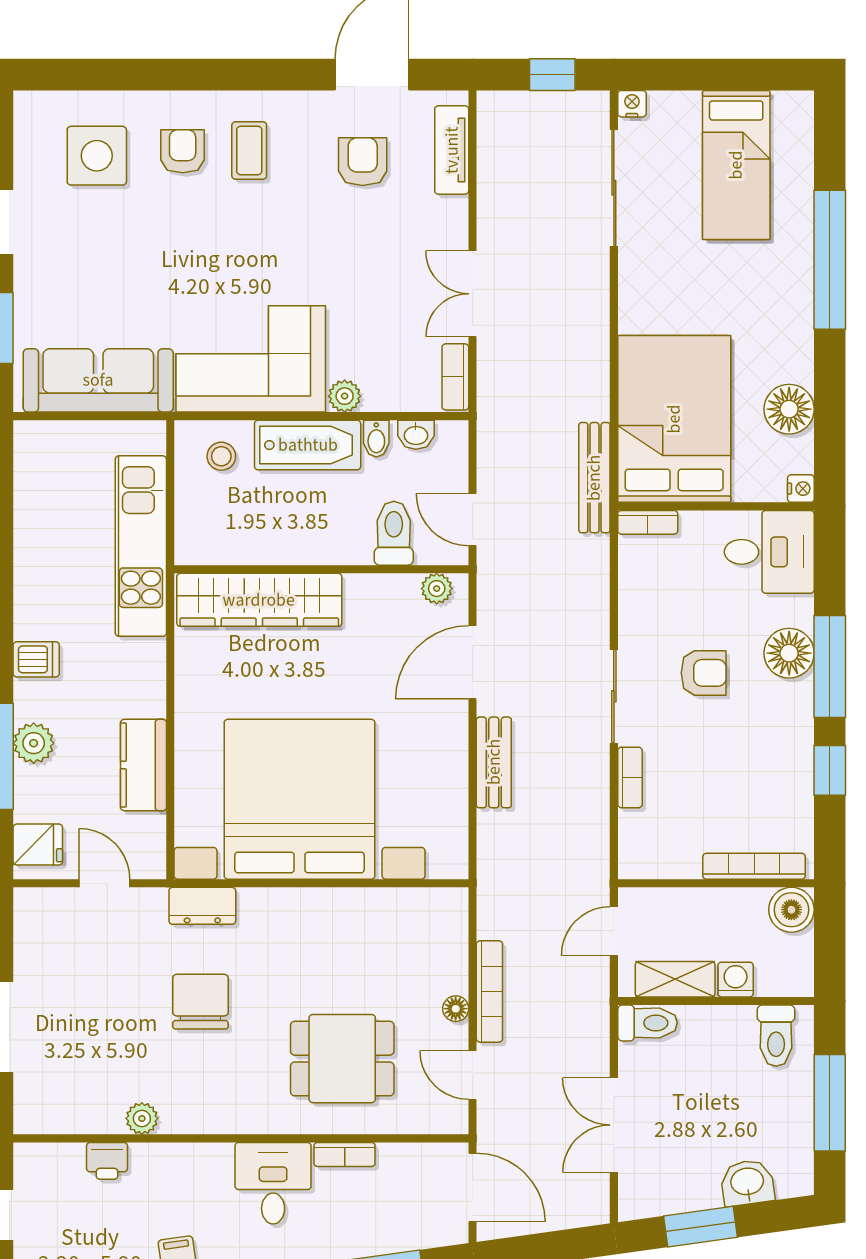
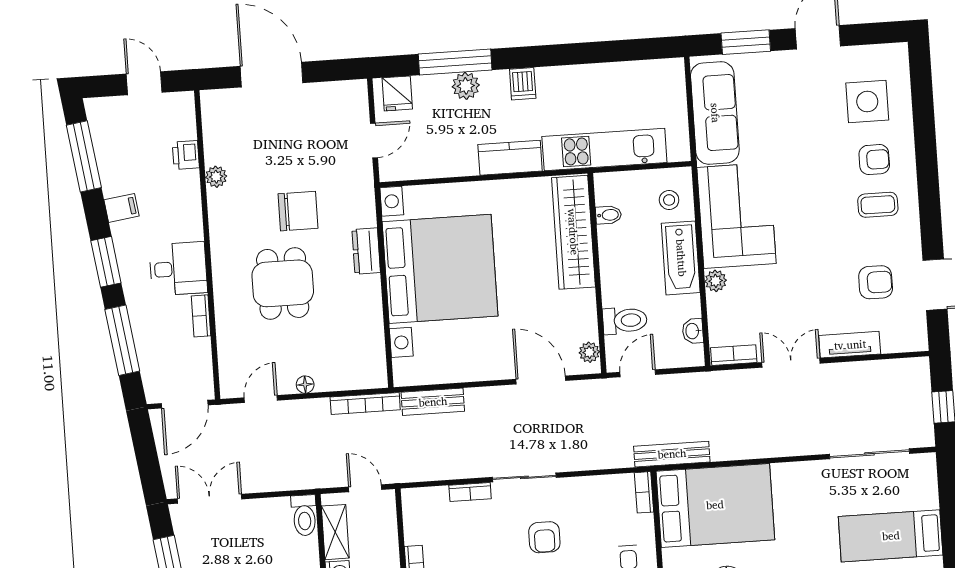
nightstand: (632, 104) -> (927, 462), removed
tv unit: (452, 150) -> (850, 345), moved
bidet: (376, 439) -> (608, 215), moved, turned 180
bench: (494, 762) -> (433, 402), moved
kitchen counter: (143, 765) -> (510, 158), moved
dresser: (202, 906) -> (366, 251), moved
bookcase: (489, 991) -> (365, 403), moved
dining table: (342, 1059) -> (283, 283), moved
double door: (614, 1125) -> (210, 499), moved

